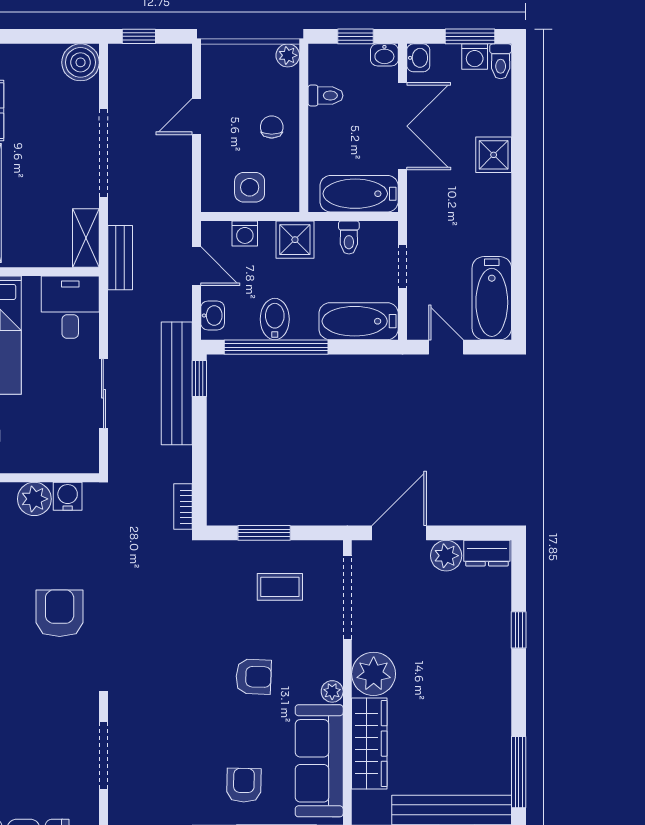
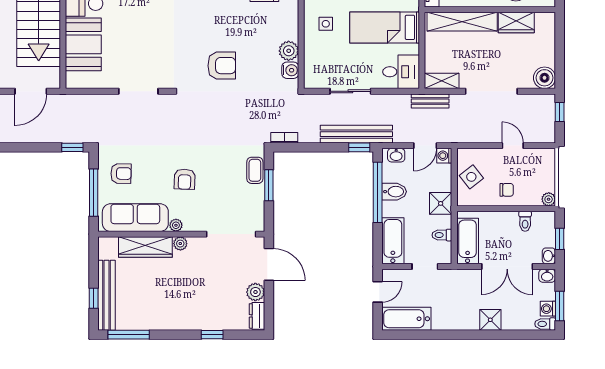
side table: (250, 187) -> (471, 177), turned -38
washing machine: (245, 233) -> (444, 156), moved
coffee table: (280, 587) -> (255, 170), moved
plant: (374, 674) -> (180, 244), width x0.53, depth x0.53

